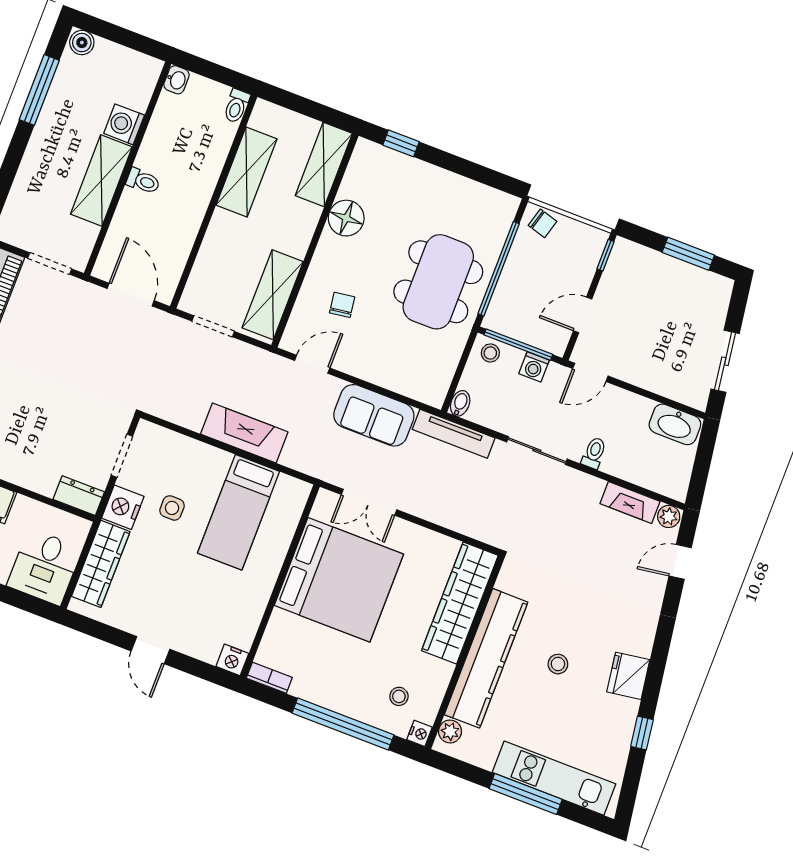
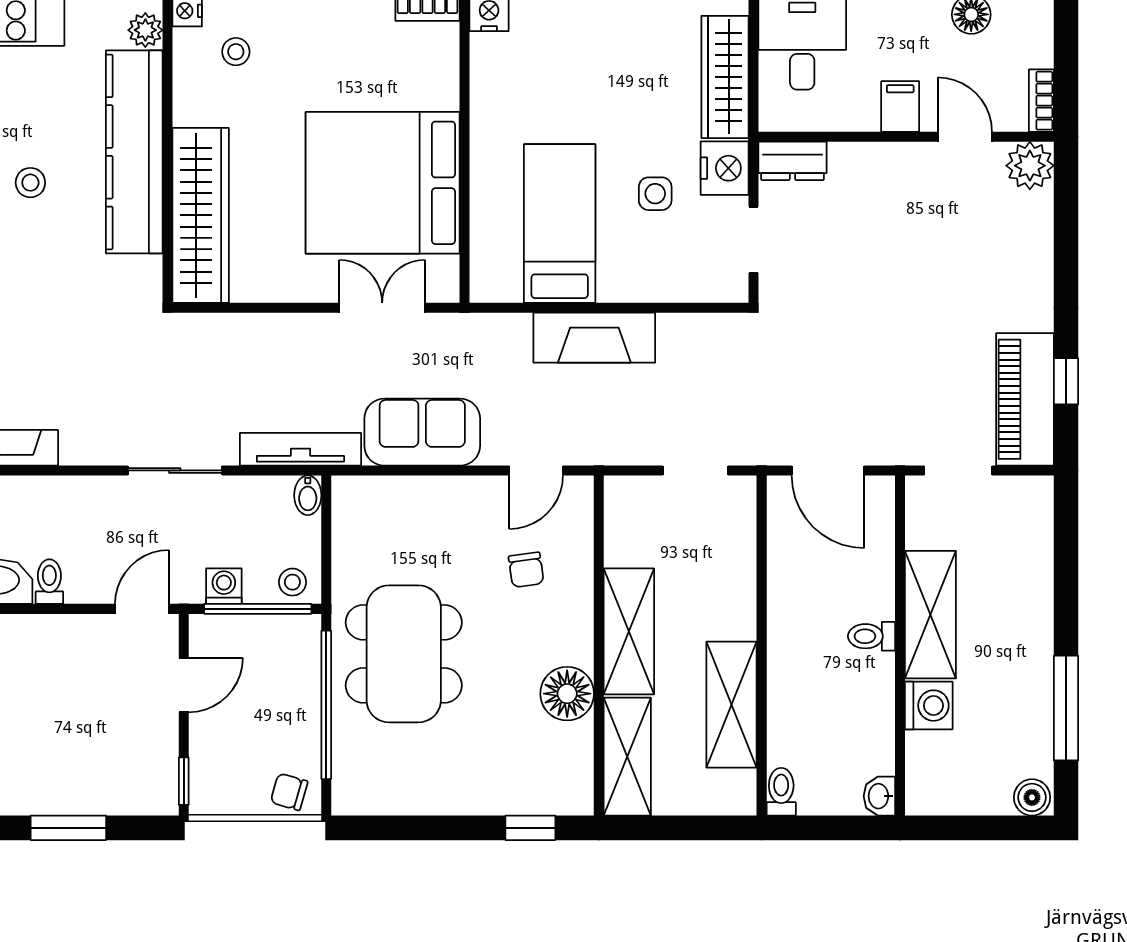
shelving: (273, 295) -> (629, 631), moved
toilet: (594, 453) -> (49, 582), moved, turned 180

